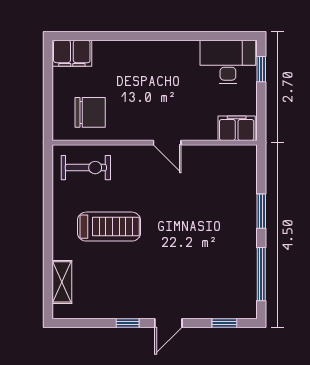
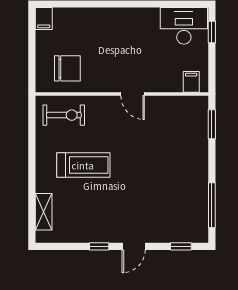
filing cabinet: (72, 53) -> (44, 19), width x0.50
filing cabinet: (237, 128) -> (191, 82), width x0.50
window: (261, 211) -> (212, 124), moved

